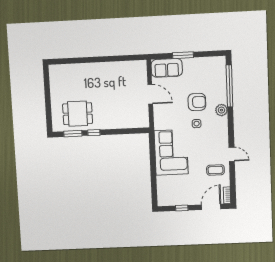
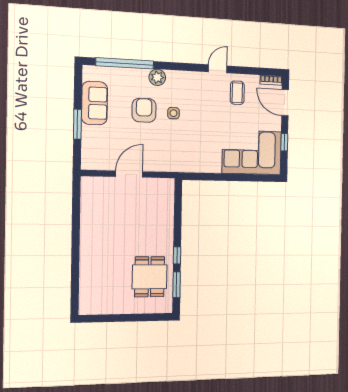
sofa: (167, 68) -> (95, 103), moved
corner sofa: (171, 152) -> (252, 152), moved

